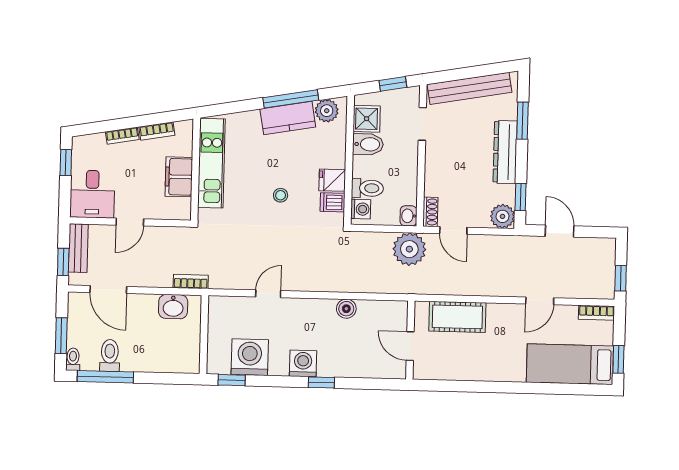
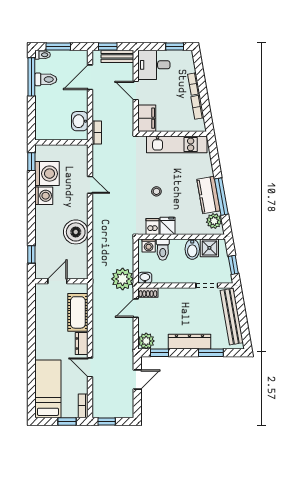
filing cabinet: (179, 177) -> (147, 118), moved, turned 90
boiler: (346, 309) -> (76, 232), width x1.86, depth x1.86
dresser: (504, 312) -> (82, 343), added
window: (618, 359) -> (67, 421), moved
washing machine: (303, 363) -> (44, 196), moved
window: (321, 382) -> (31, 254), moved

